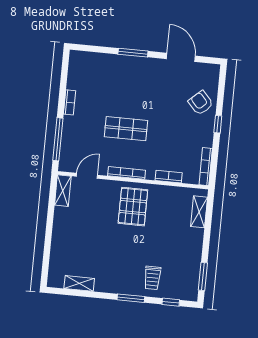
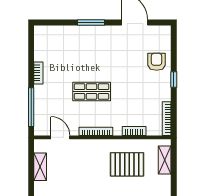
armchair: (201, 103) -> (157, 62), turned 42
door: (87, 176) -> (60, 137), hinge flipped
shelving: (63, 191) -> (40, 167), moved
pallet: (133, 207) -> (127, 164), moved, turned 90

